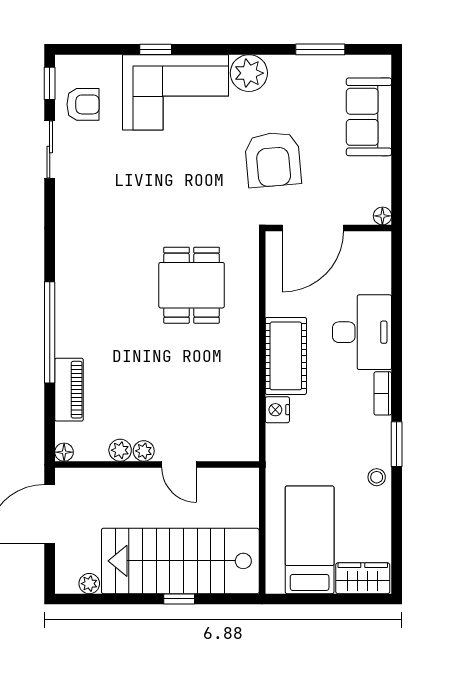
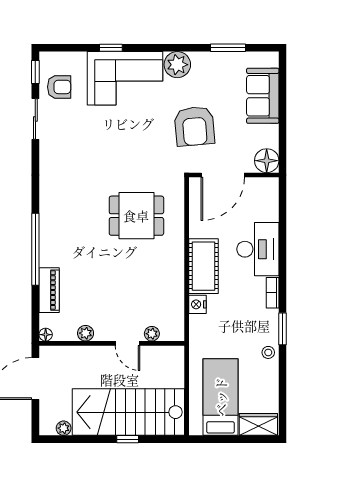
floor lamp: (382, 216) -> (267, 161), width x1.89, depth x1.89
dining table: (192, 285) -> (136, 216), turned 90
plant: (144, 451) -> (152, 334), moved

